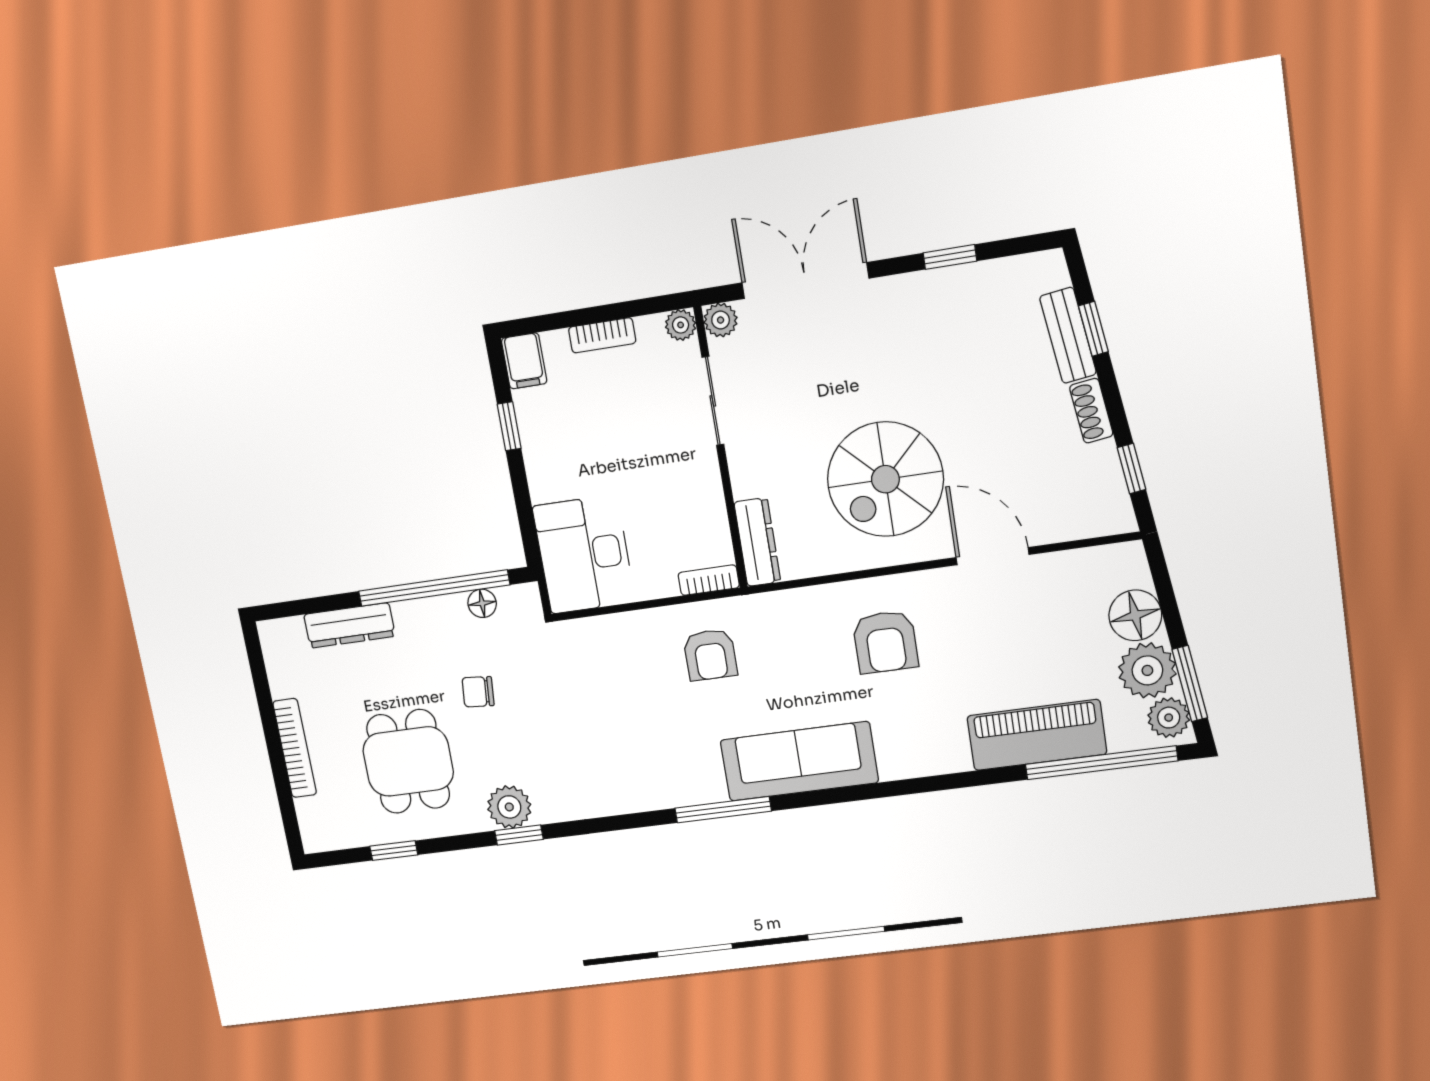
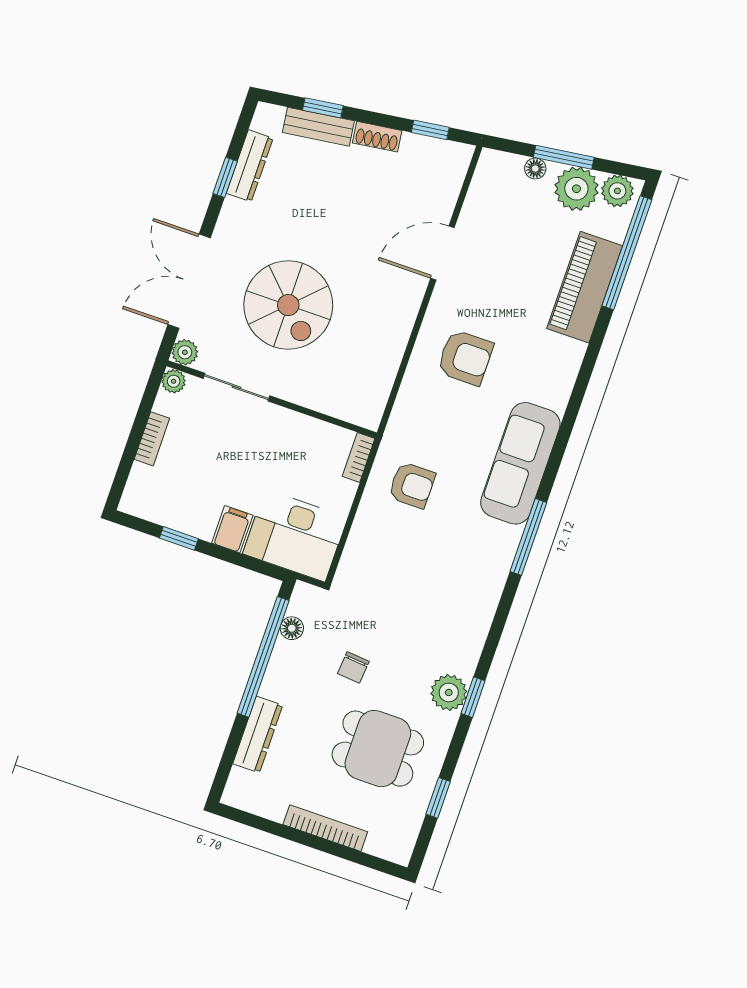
filing cabinet: (524, 361) -> (232, 529), moved, turned -90
spiral stairs: (885, 479) -> (288, 305), moved
dresser: (757, 542) -> (250, 166), moved, turned 90
floor lamp: (1135, 615) -> (535, 169), width x0.53, depth x0.53
window: (1190, 684) -> (564, 157), moved

